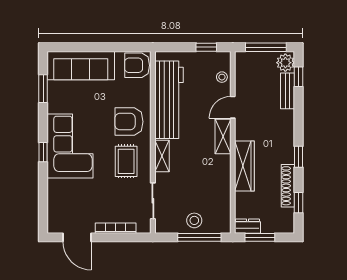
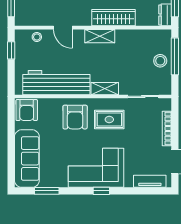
shelving: (223, 136) -> (100, 36), moved
tv unit: (54, 208) -> (150, 181), added

